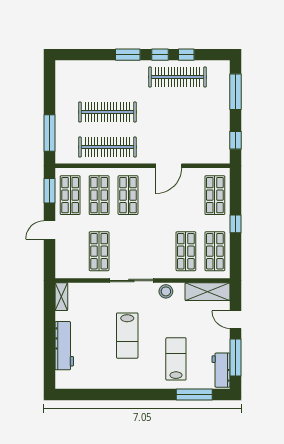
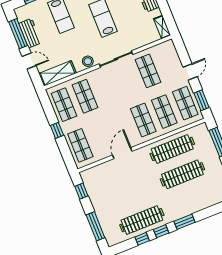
workbench: (221, 370) -> (30, 33), moved

